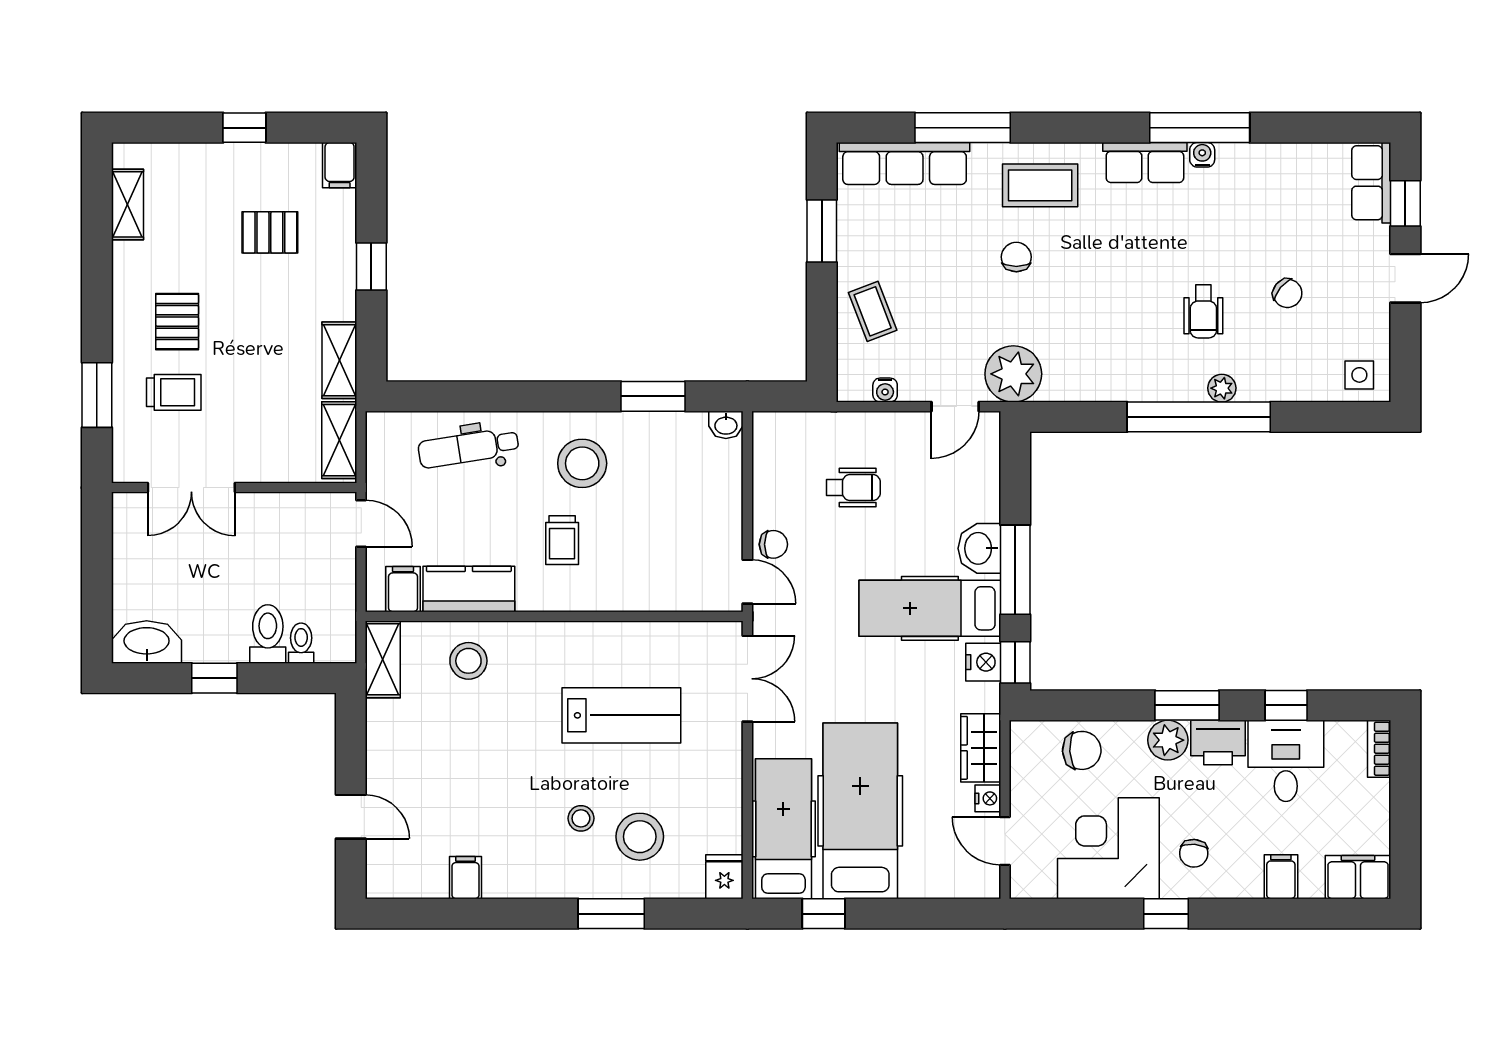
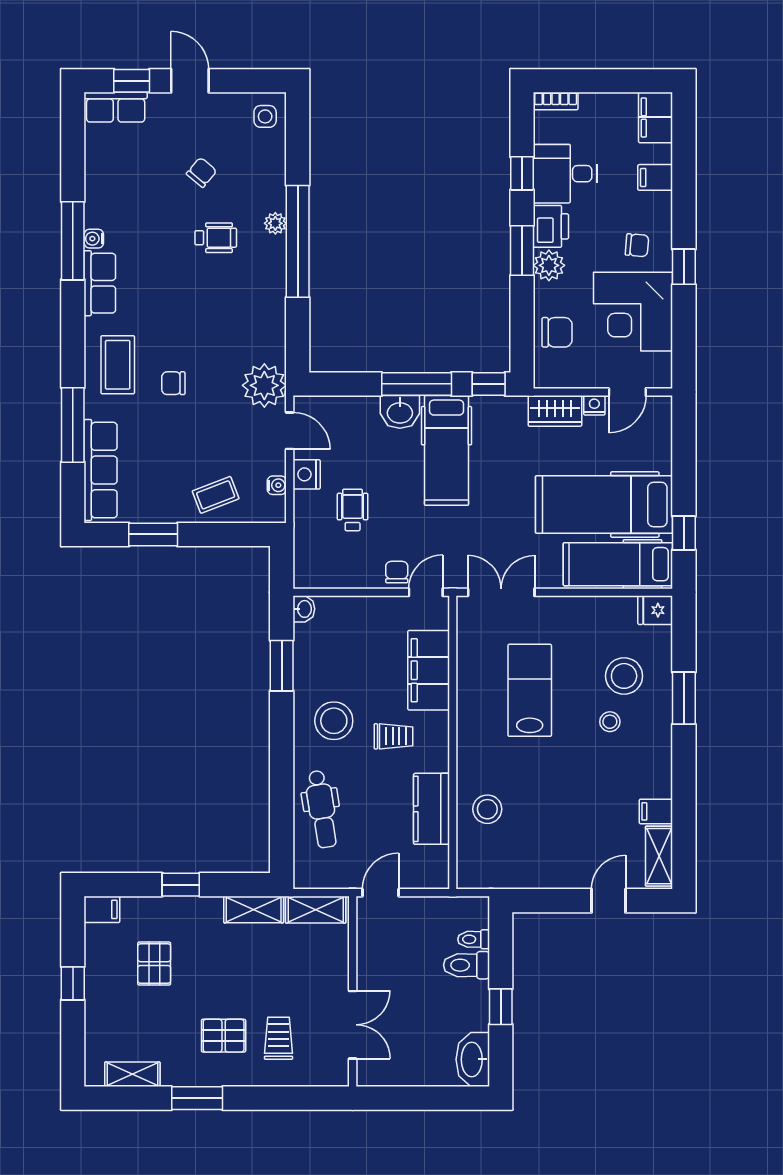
window: (97, 395) -> (197, 1098), moved
filing cabinet: (403, 589) -> (429, 670), moved, width x3.00, depth x1.17
shelving: (383, 659) -> (659, 856), moved, turned 90
nightstand: (983, 662) -> (307, 474), moved, turned -90
chair: (1082, 750) -> (557, 332), turned 93

